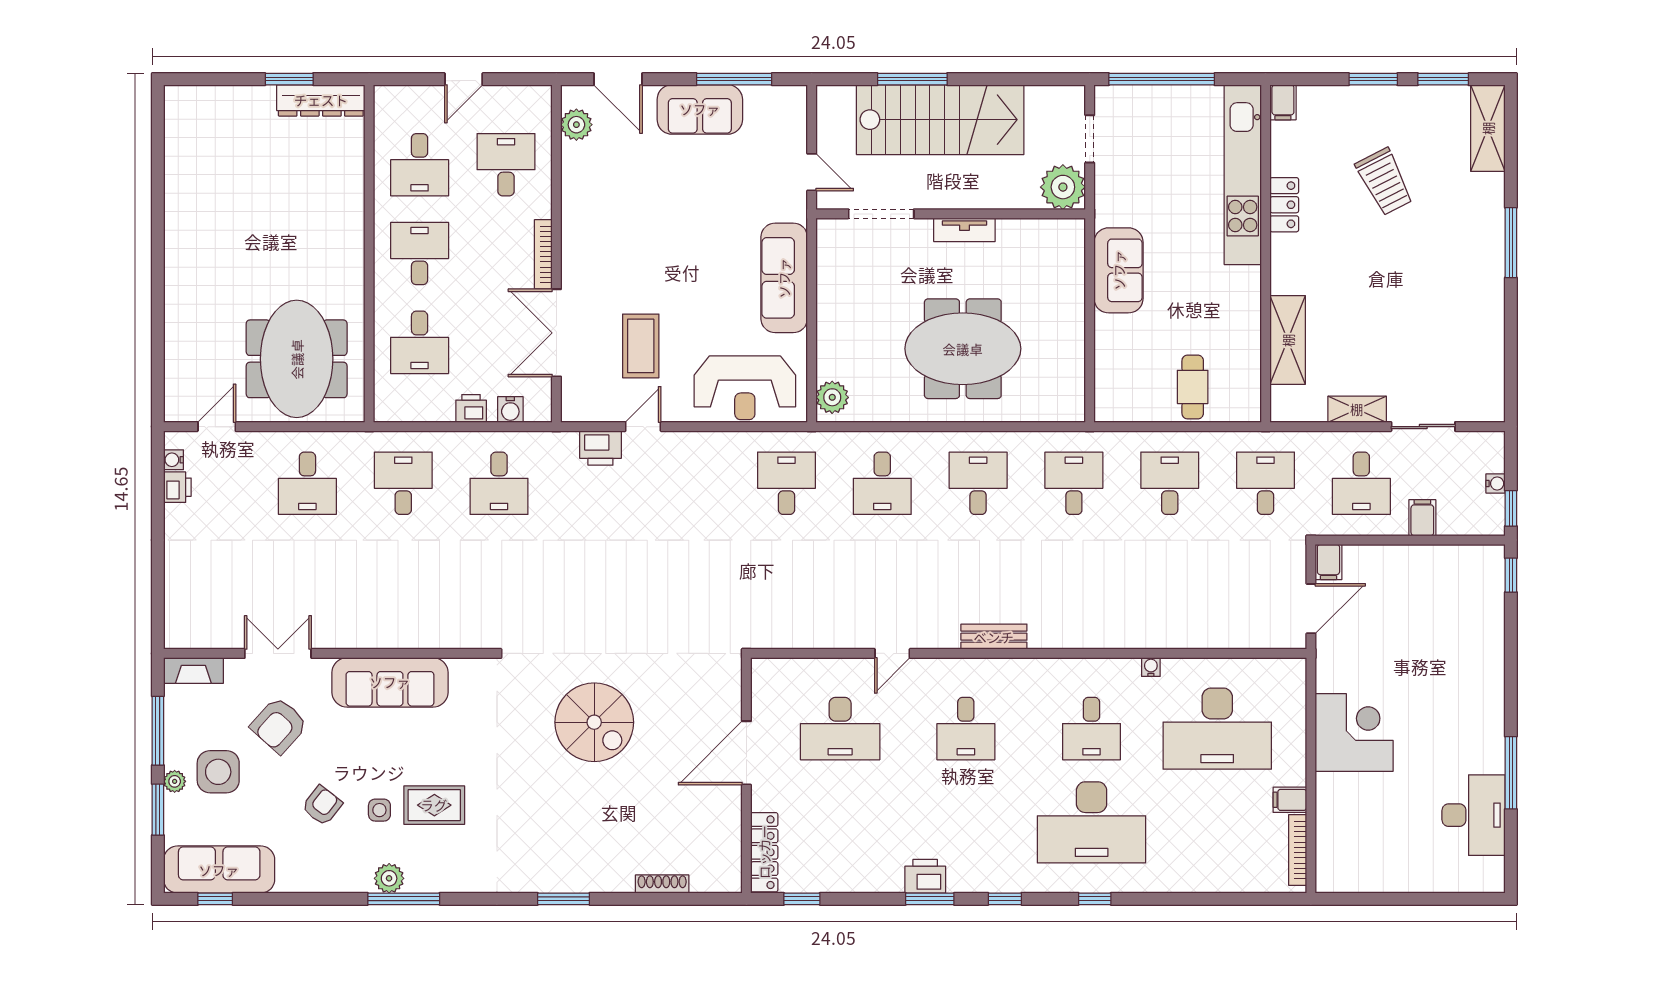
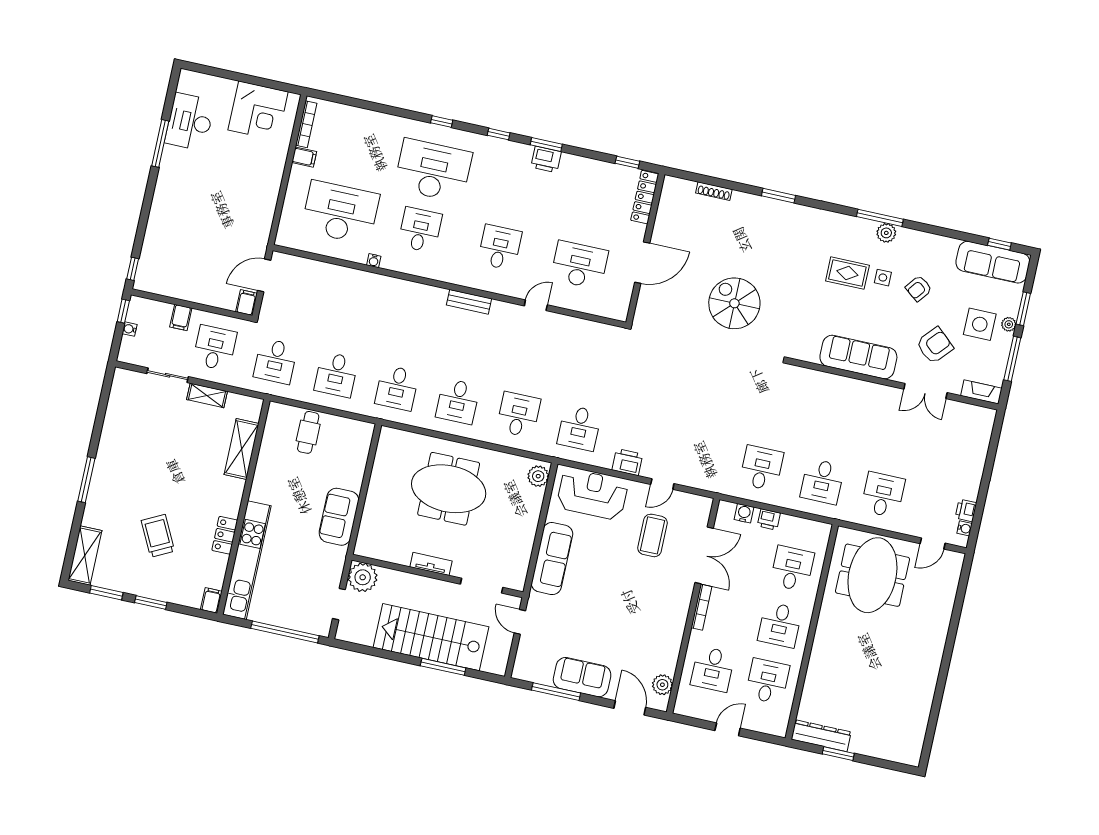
printer: (600, 448) -> (627, 462), moved
corner desk: (1354, 733) -> (258, 111), moved, turned -90

